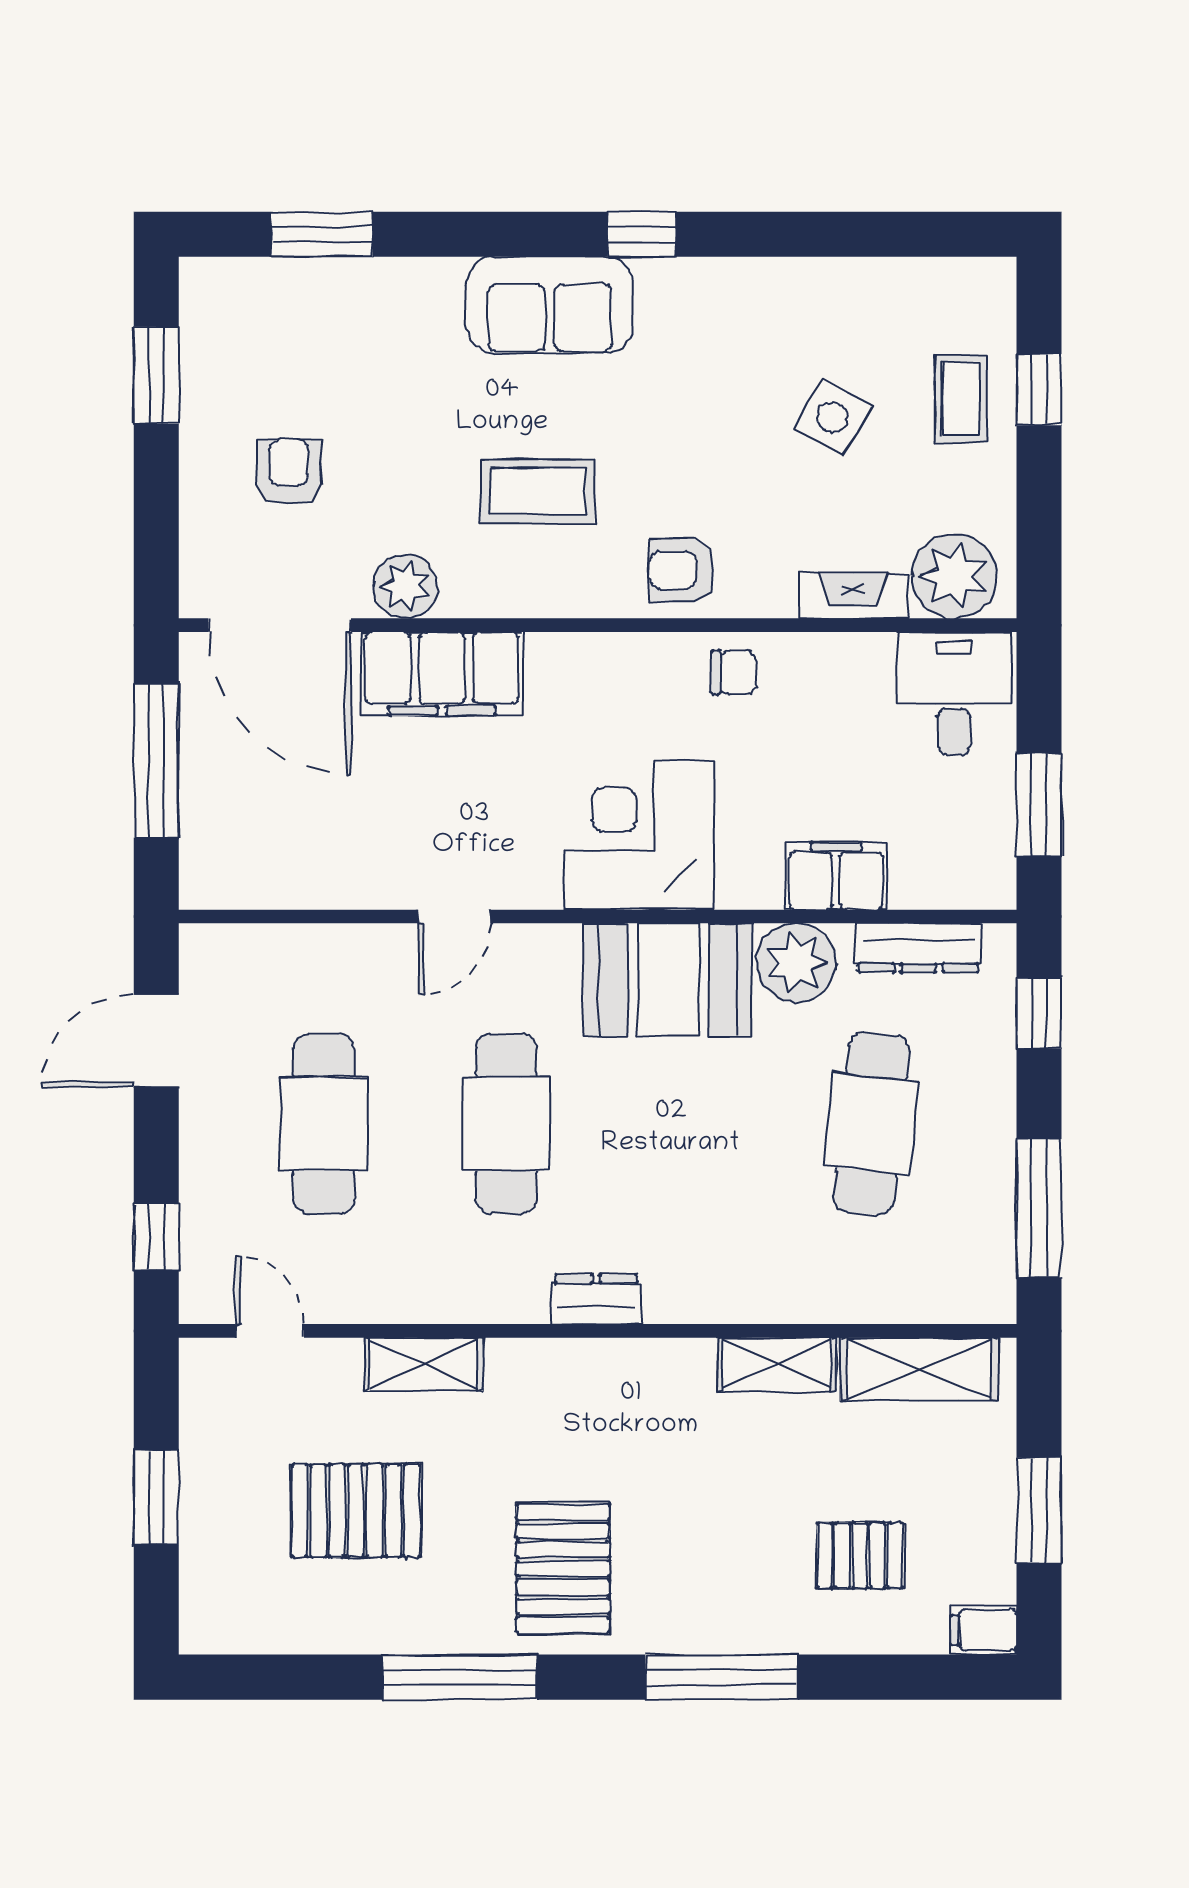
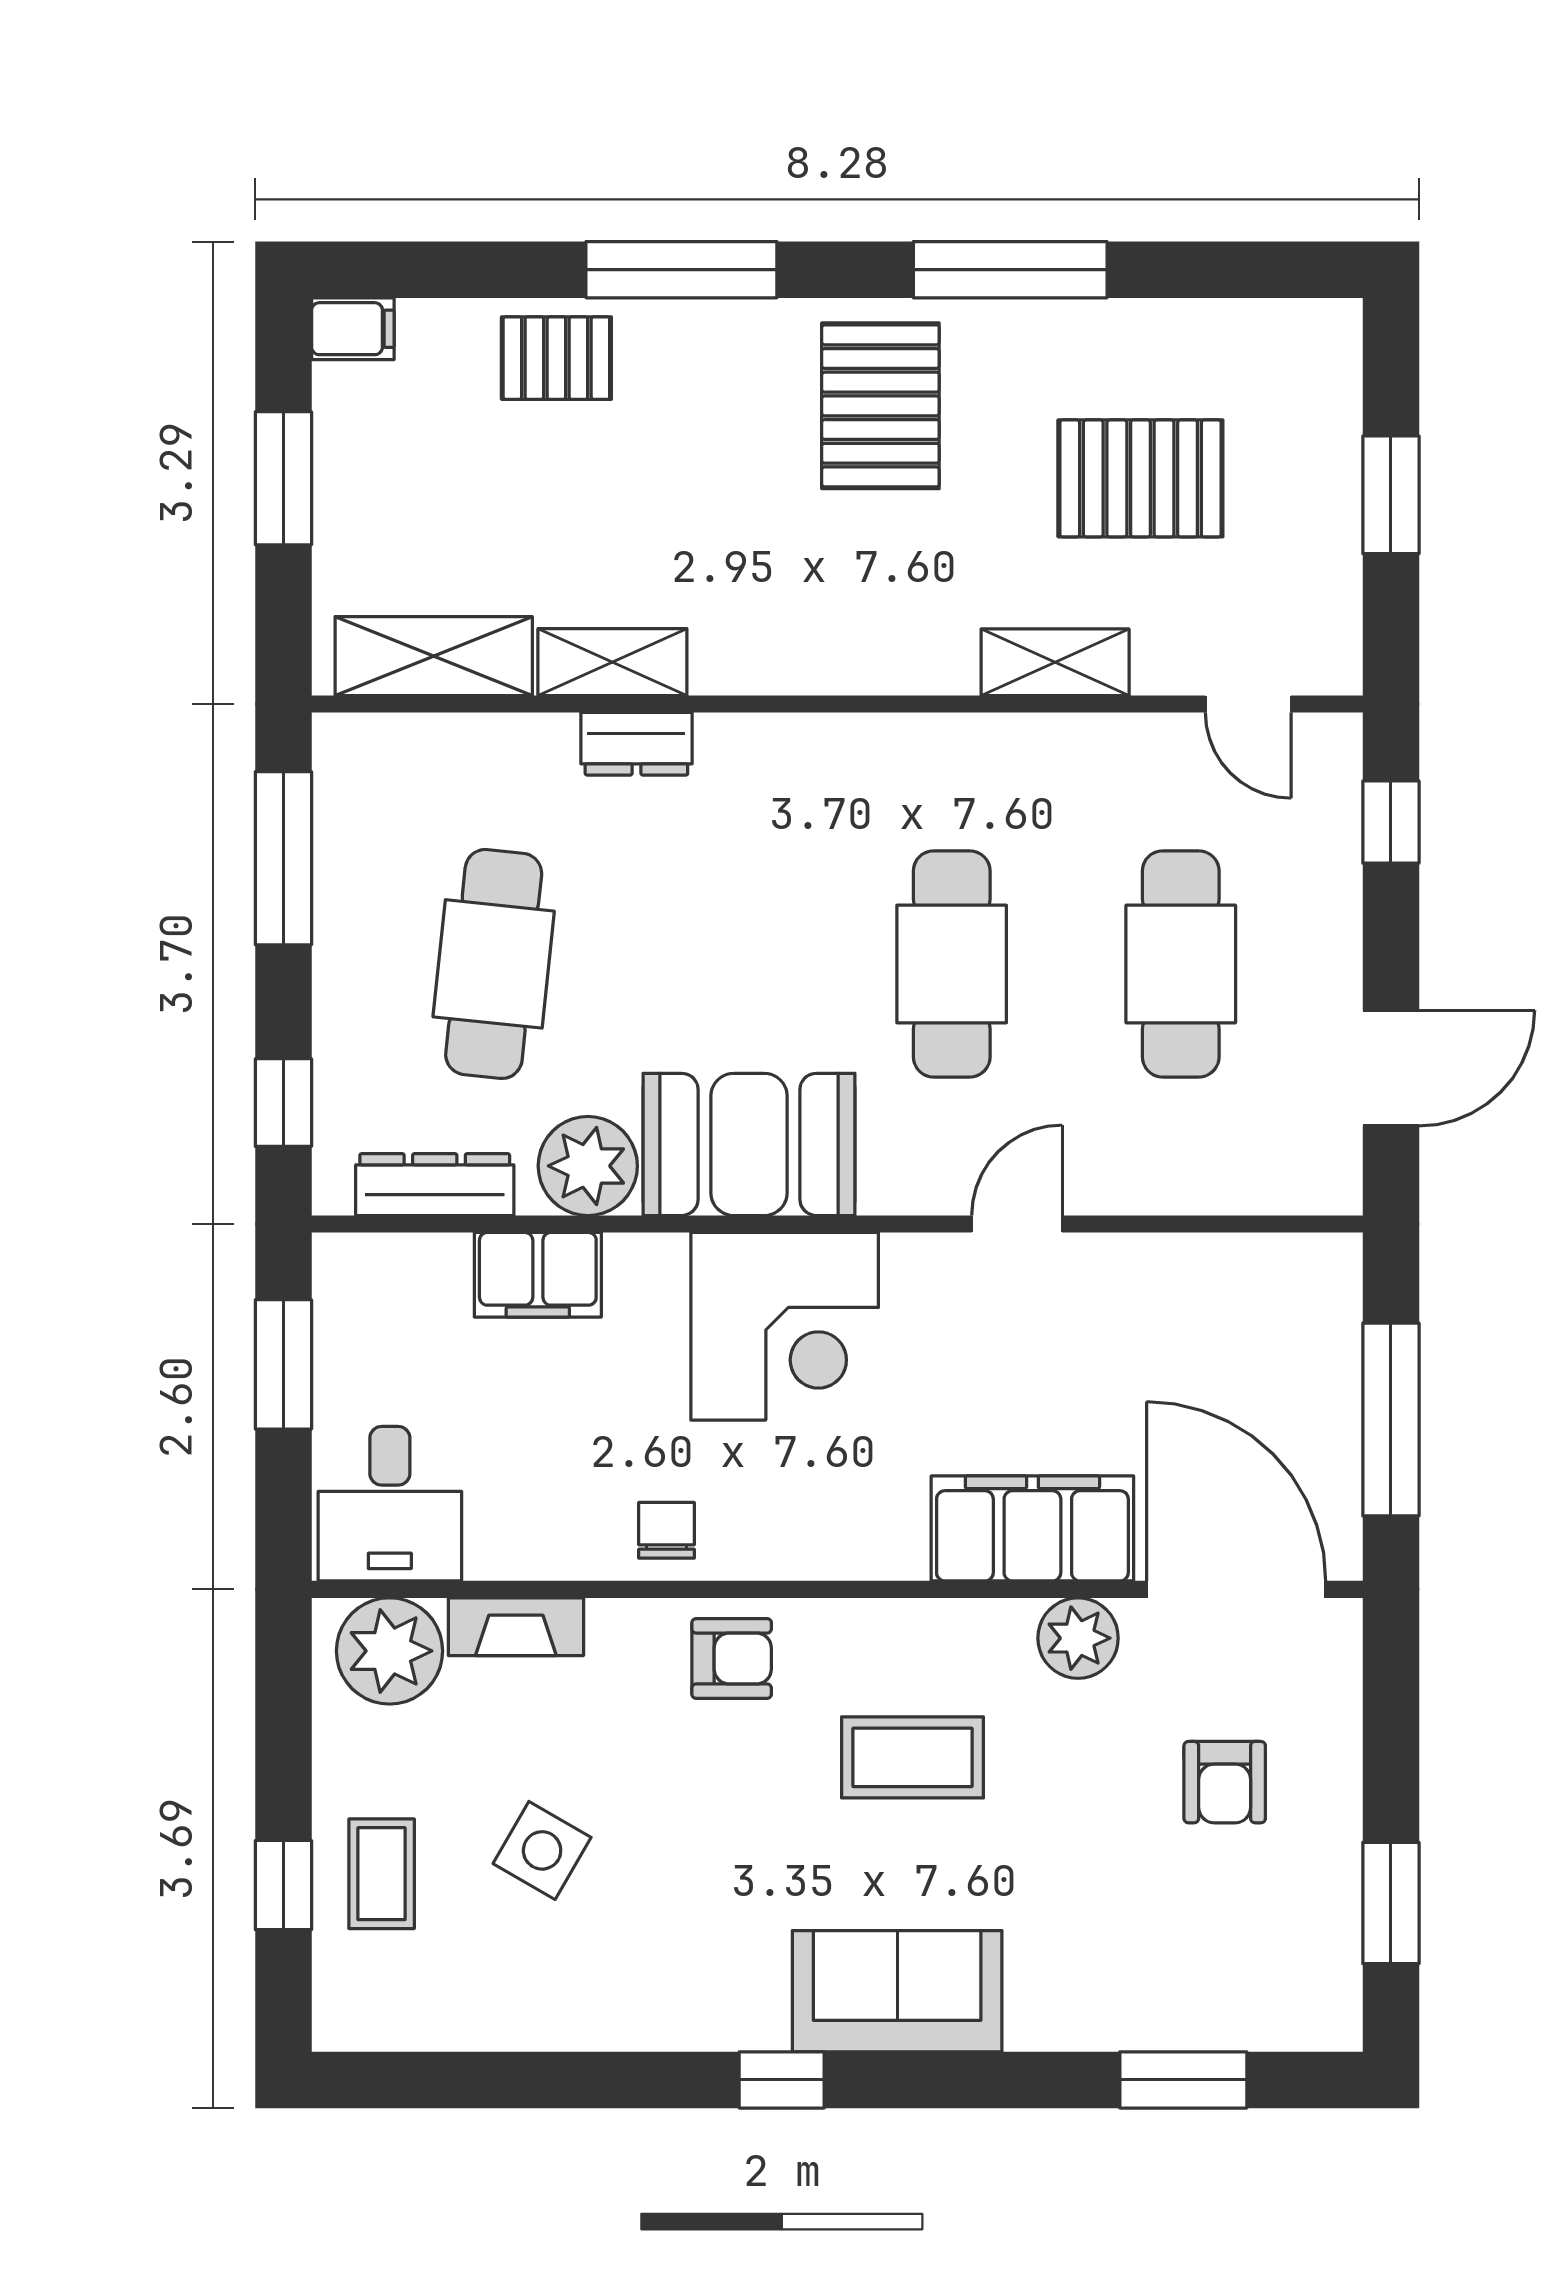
chair: (734, 672) -> (667, 1530), turned 91
dresser: (596, 1299) -> (636, 744), moved
pallet: (860, 1556) -> (556, 358), moved

